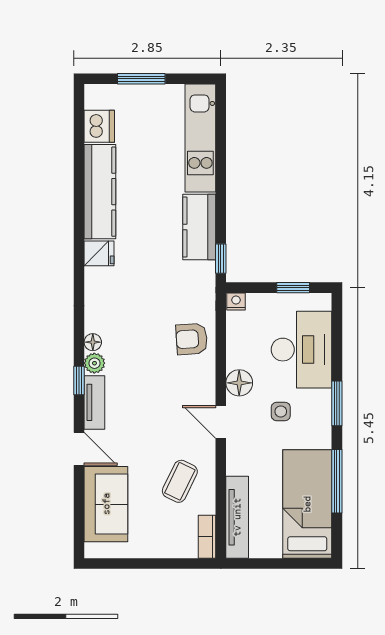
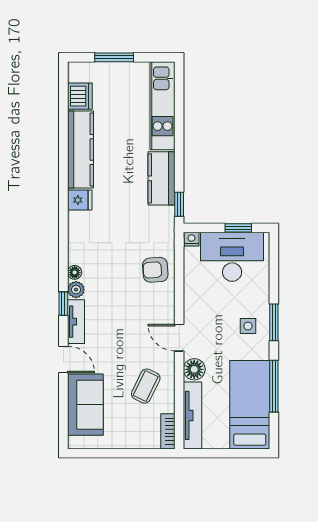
desk: (301, 350) -> (232, 257), moved, turned -90
floor lamp: (239, 383) -> (194, 369), moved
side table: (281, 411) -> (248, 326), moved

